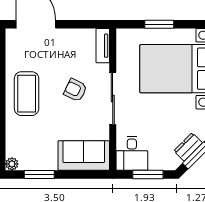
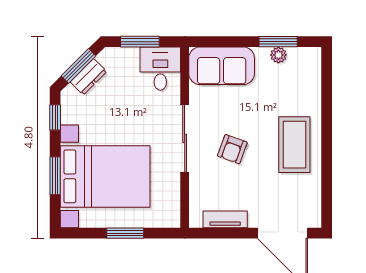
tv unit: (103, 46) -> (225, 219), moved, turned -90
armchair: (75, 90) -> (232, 149), turned 84
plant: (12, 164) -> (278, 55), moved

